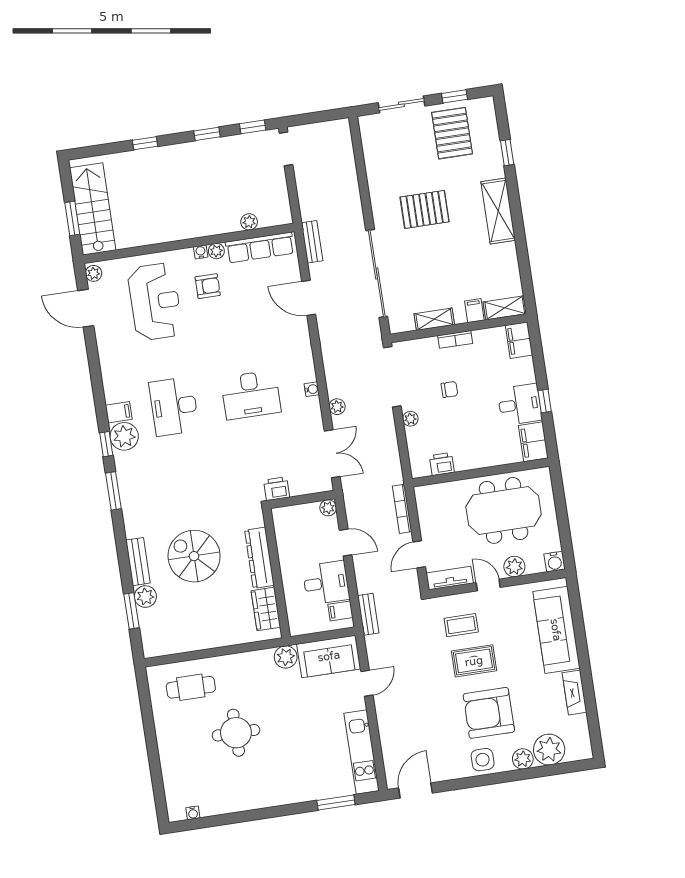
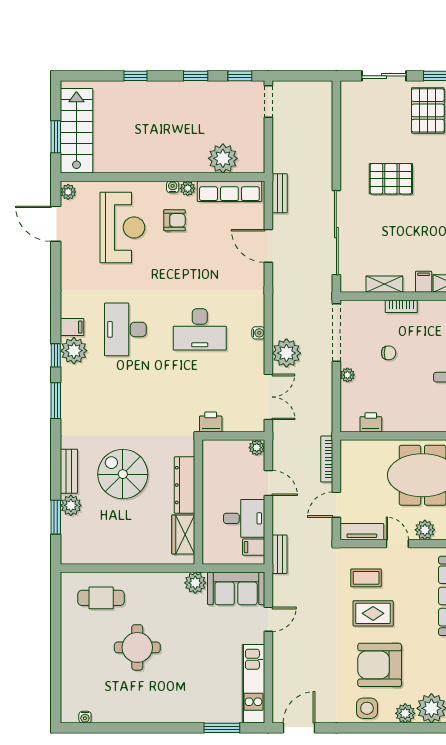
plant: (249, 222) -> (223, 158), width x1.88, depth x1.88
plant: (337, 407) -> (286, 353), width x1.87, depth x1.87

